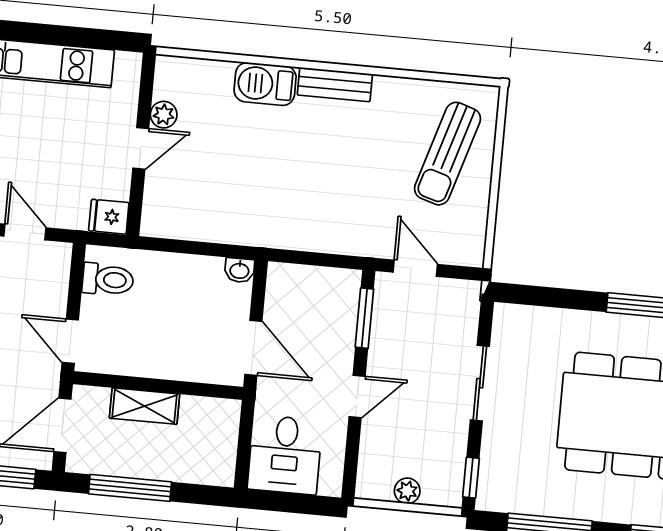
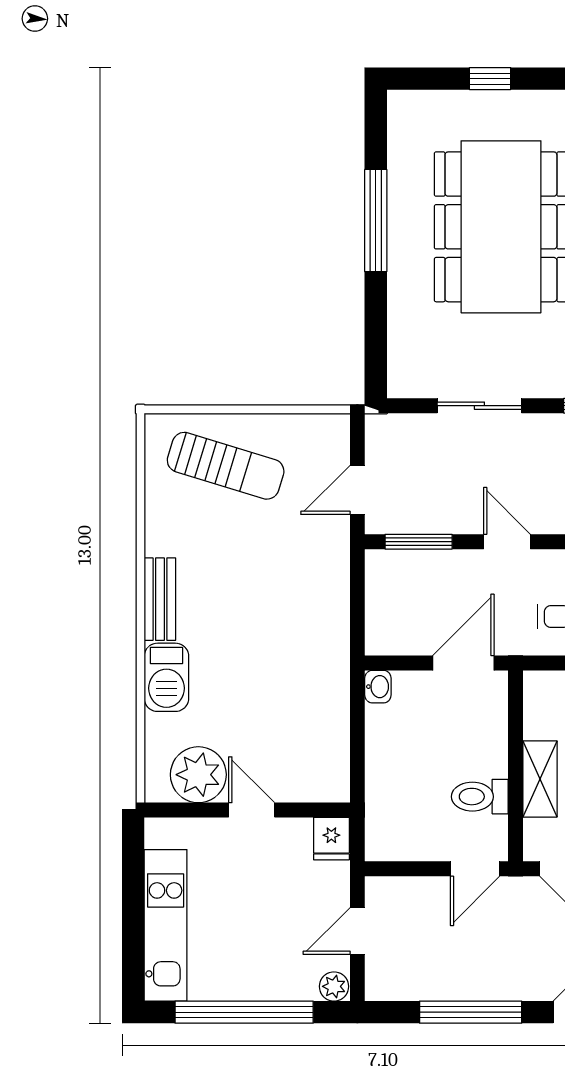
plant: (164, 115) -> (198, 775), width x1.88, depth x1.88
toilet: (108, 280) -> (480, 797), moved, turned -90

